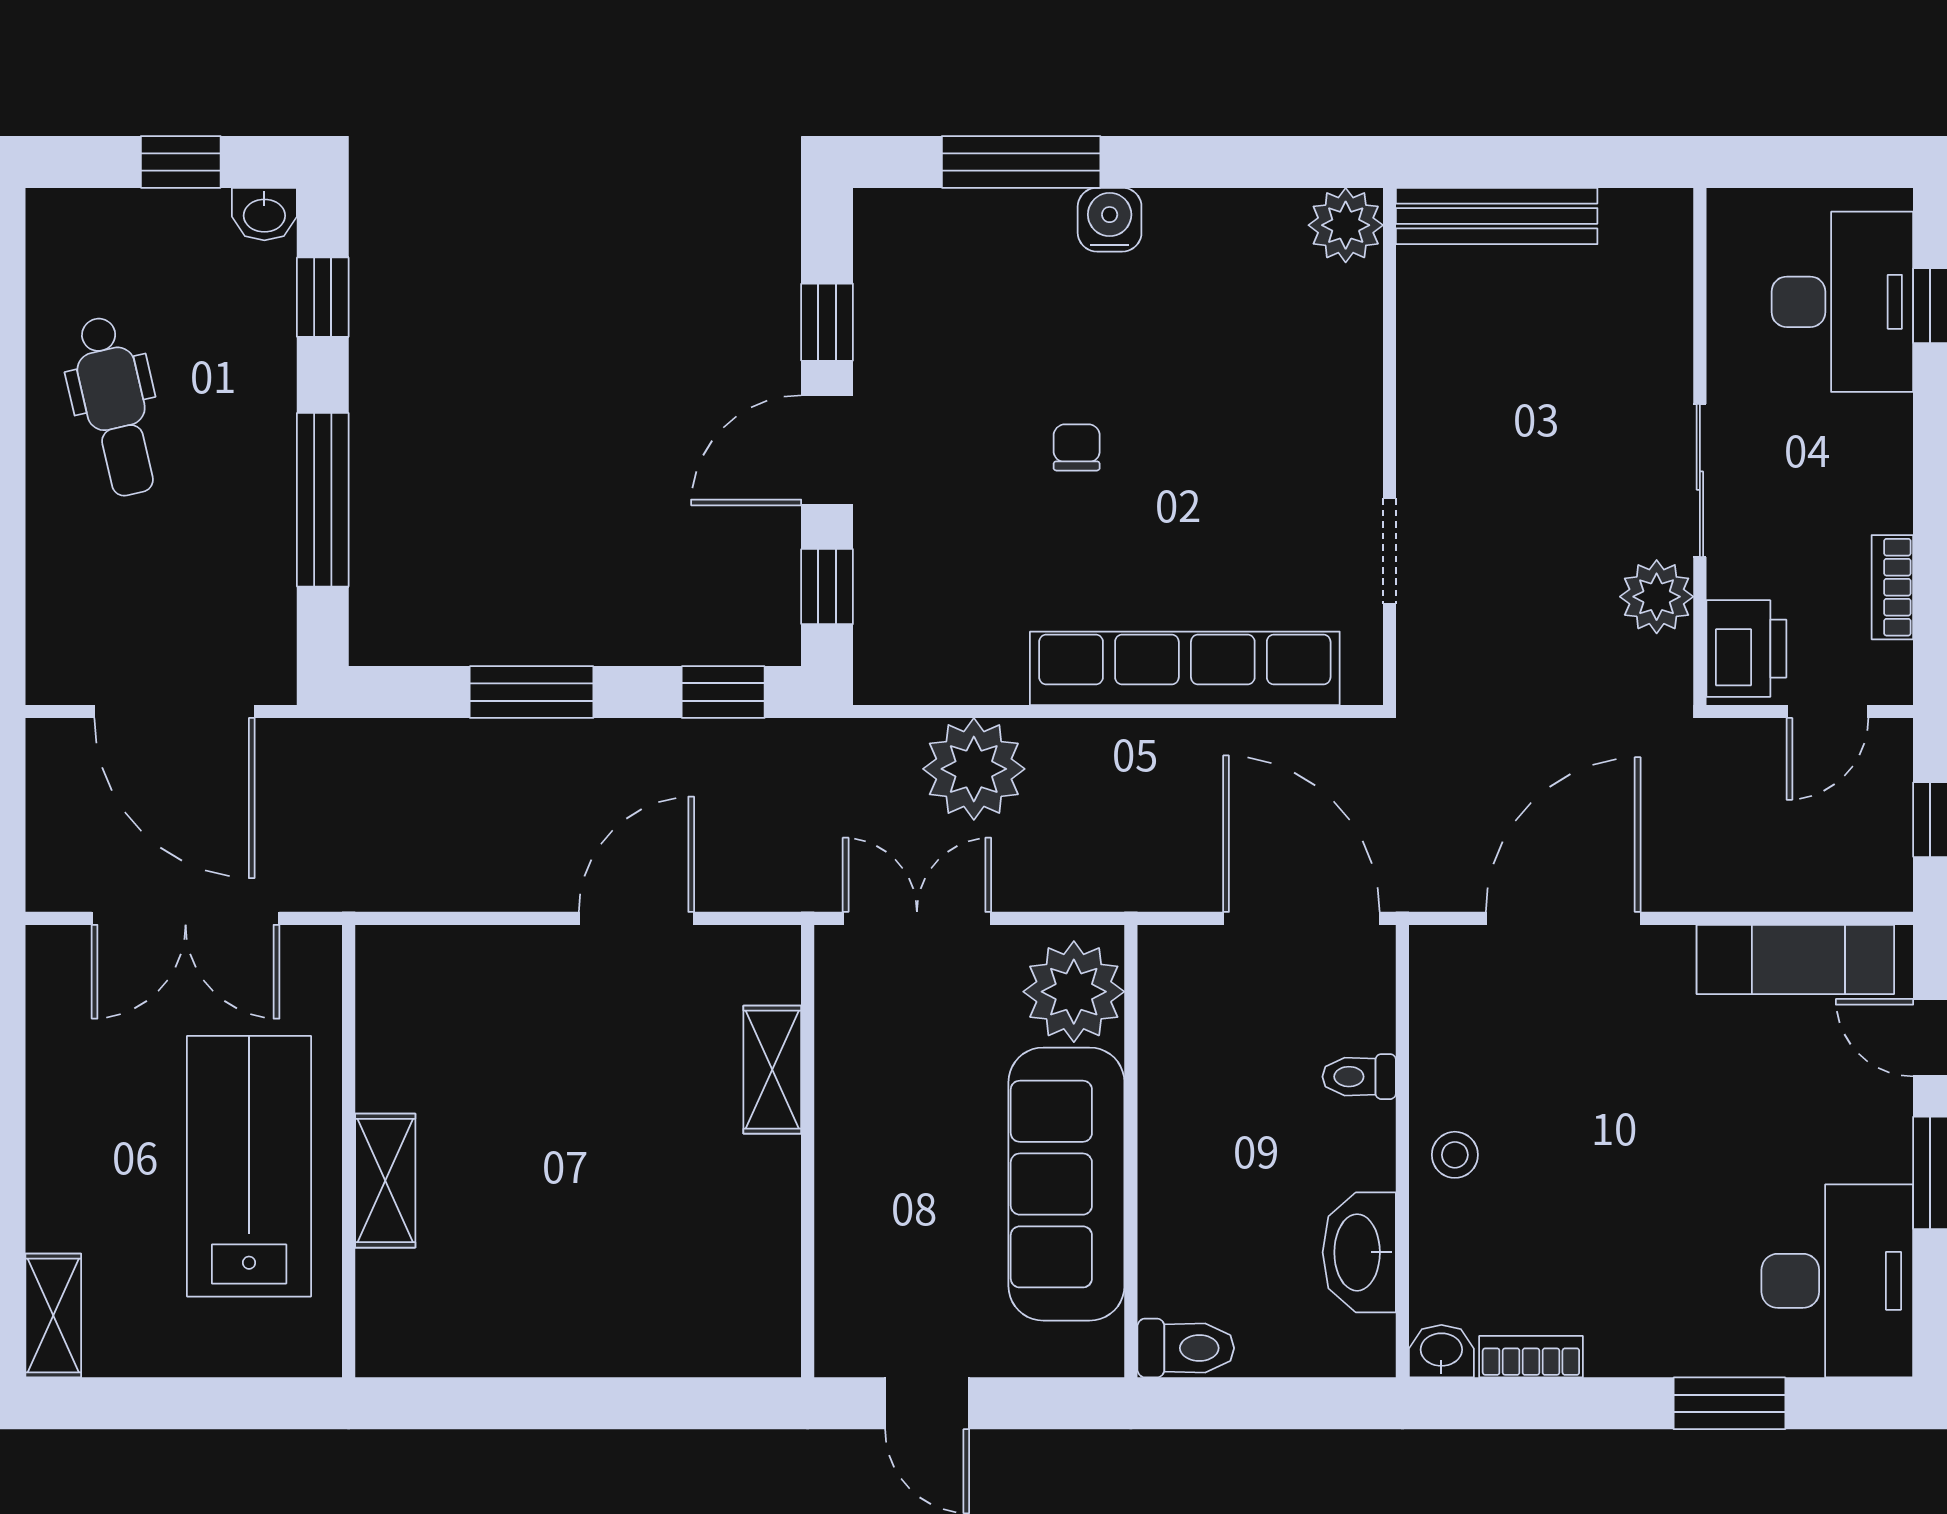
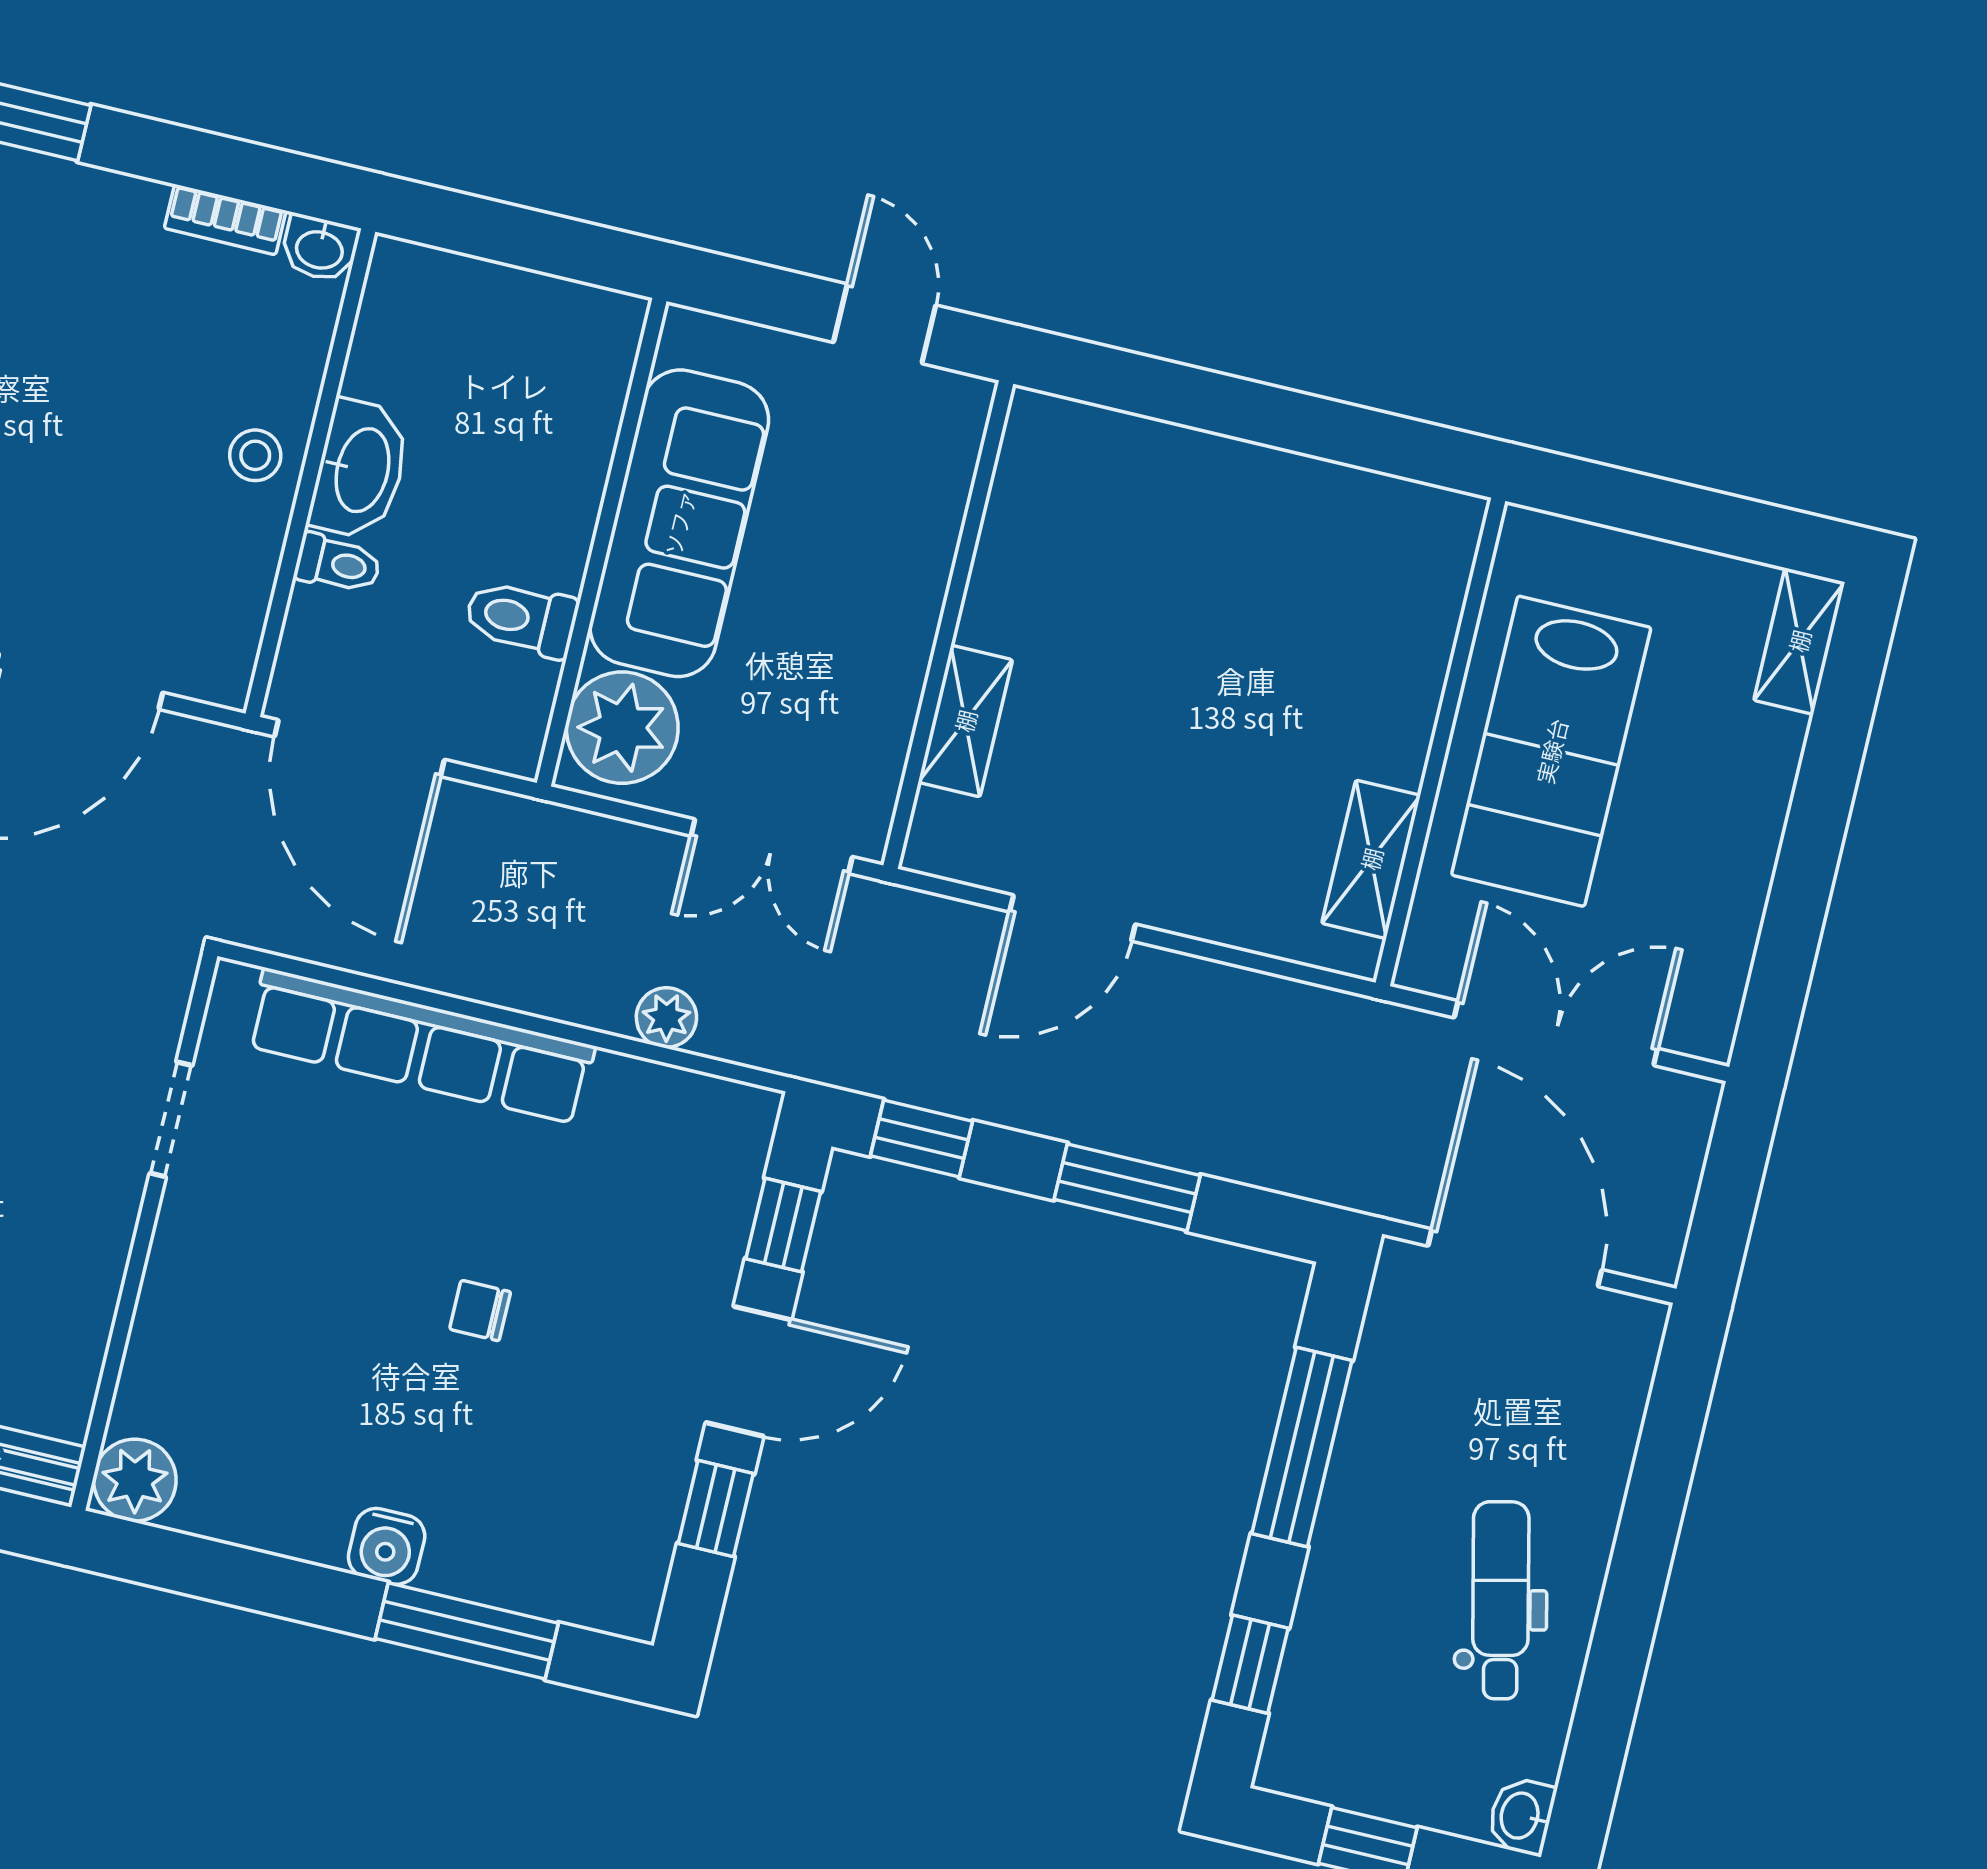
washbasin: (264, 214) -> (1521, 1816), moved, turned -90
chair: (1077, 447) -> (480, 1310), turned 90
plant: (974, 769) -> (666, 1018), width x0.53, depth x0.53
shelving: (385, 1181) -> (1371, 859), moved
washbasin: (1359, 1252) -> (360, 470), moved
toilet: (1186, 1348) -> (521, 618), moved

